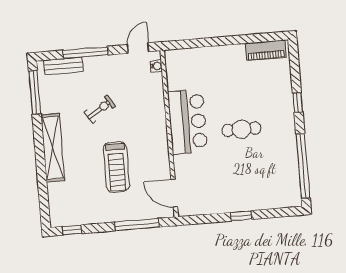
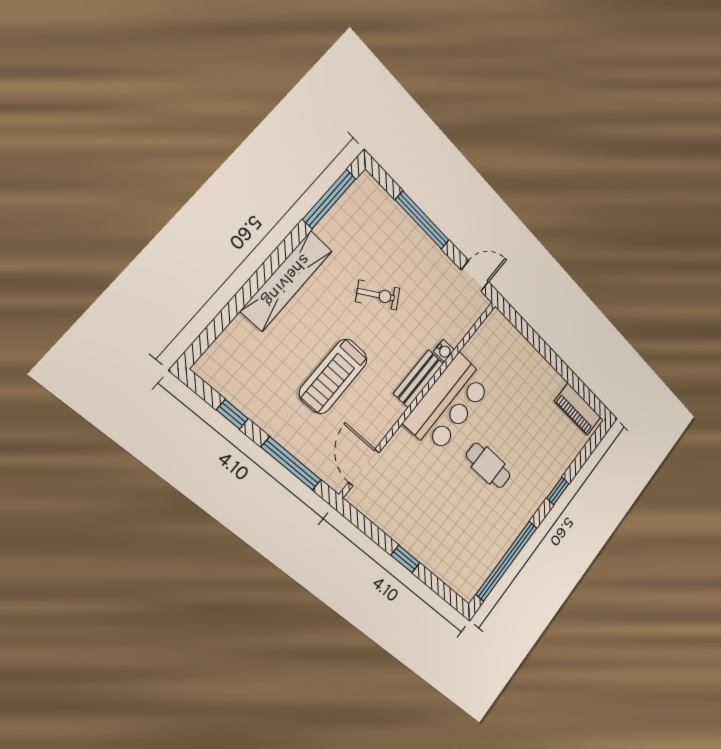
bench: (63, 66) -> (419, 379), moved, turned 90
water cooler: (156, 66) -> (444, 351), moved
window: (72, 230) -> (232, 414), moved

